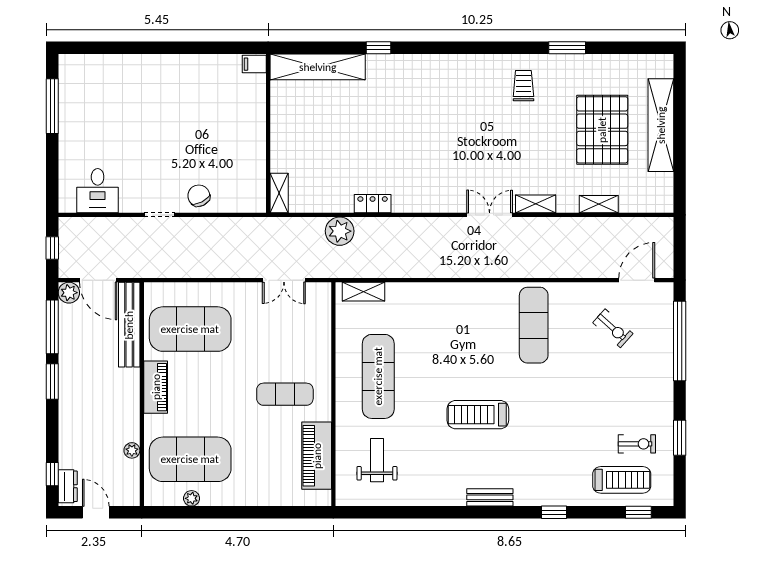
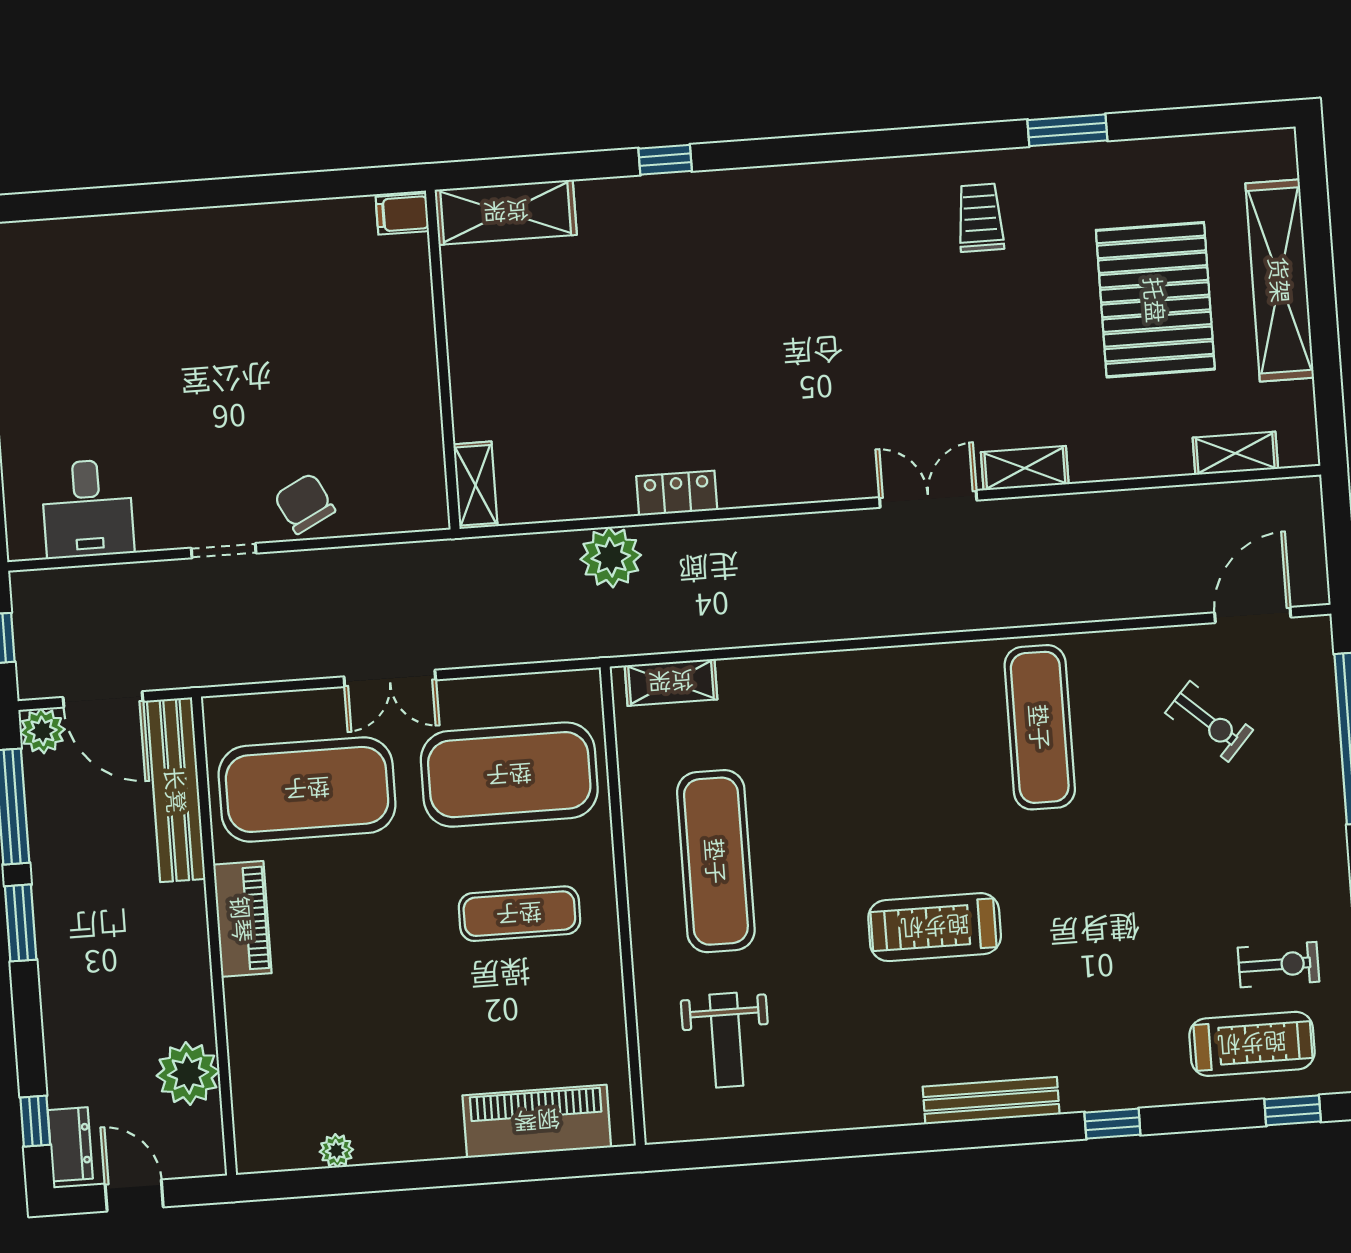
shelving: (318, 67) -> (506, 212), width x0.68
shelving: (599, 204) -> (1235, 453), moved
double door: (284, 280) -> (390, 678), moved
plant: (132, 450) -> (188, 1074), width x1.88, depth x1.88
piano: (317, 456) -> (537, 1121), moved, turned 90
exercise mat: (190, 459) -> (509, 775), moved
weight bench: (377, 460) -> (726, 1040), turned 180
bench: (490, 497) -> (991, 1101), width x1.36

